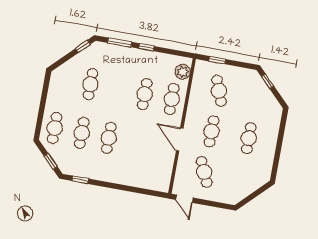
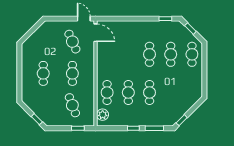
cafe table: (91, 84) -> (150, 93), moved
door: (180, 139) -> (96, 33), moved

